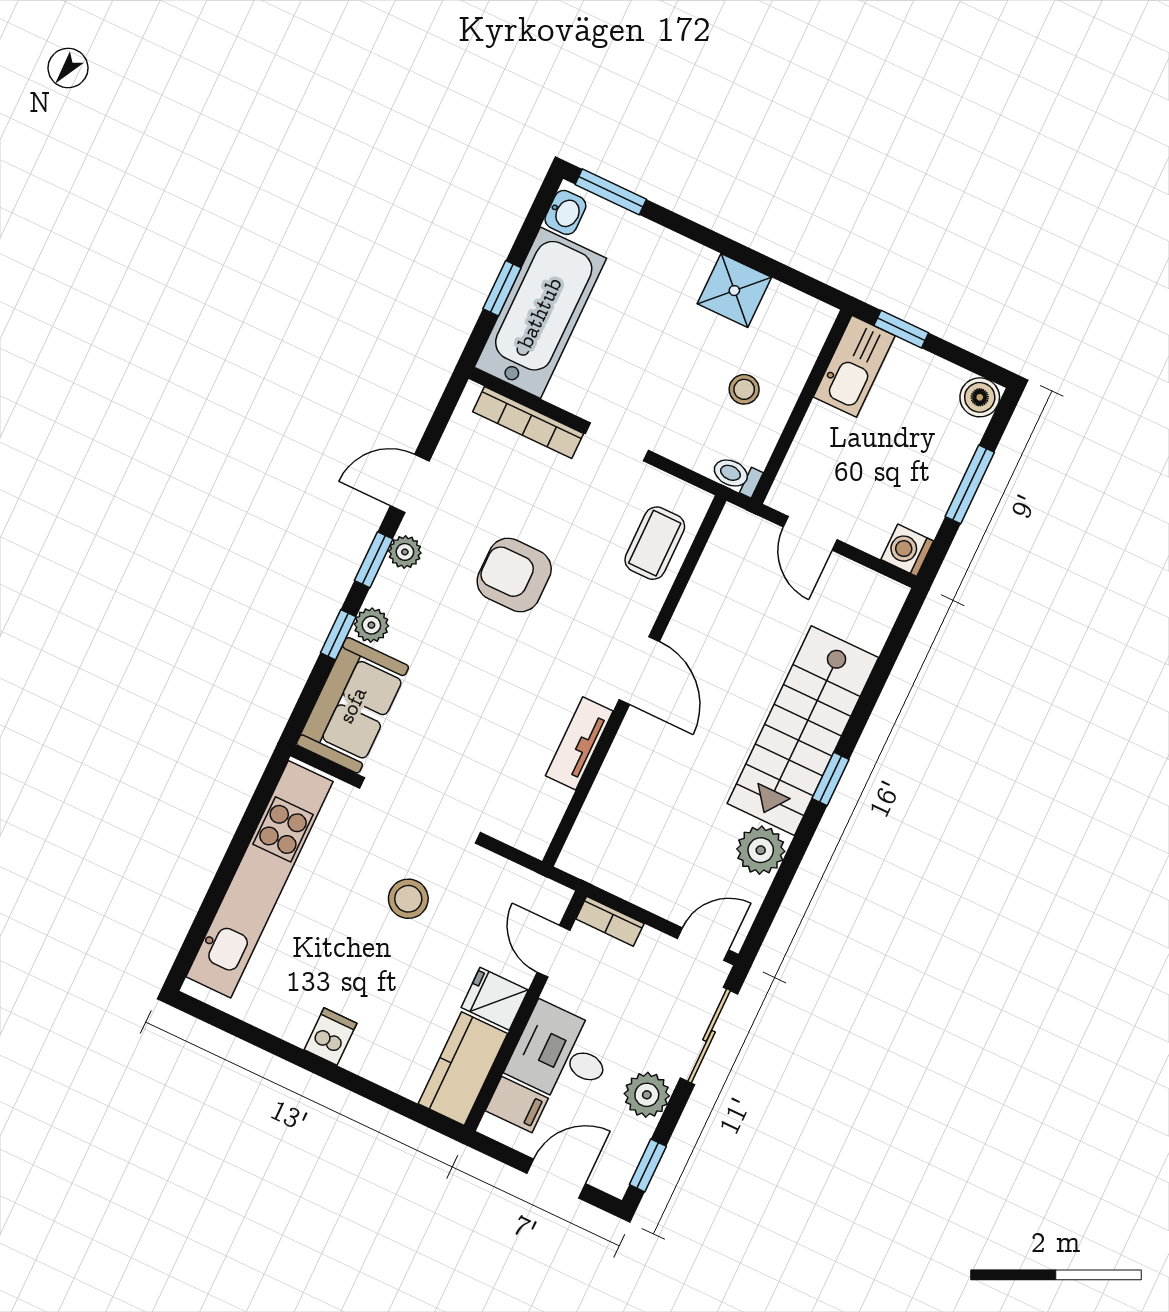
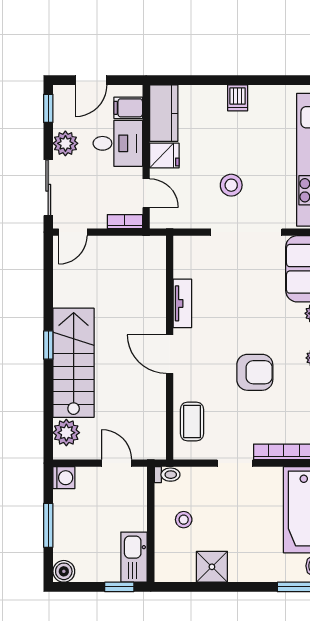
plant: (761, 850) -> (66, 433), moved

